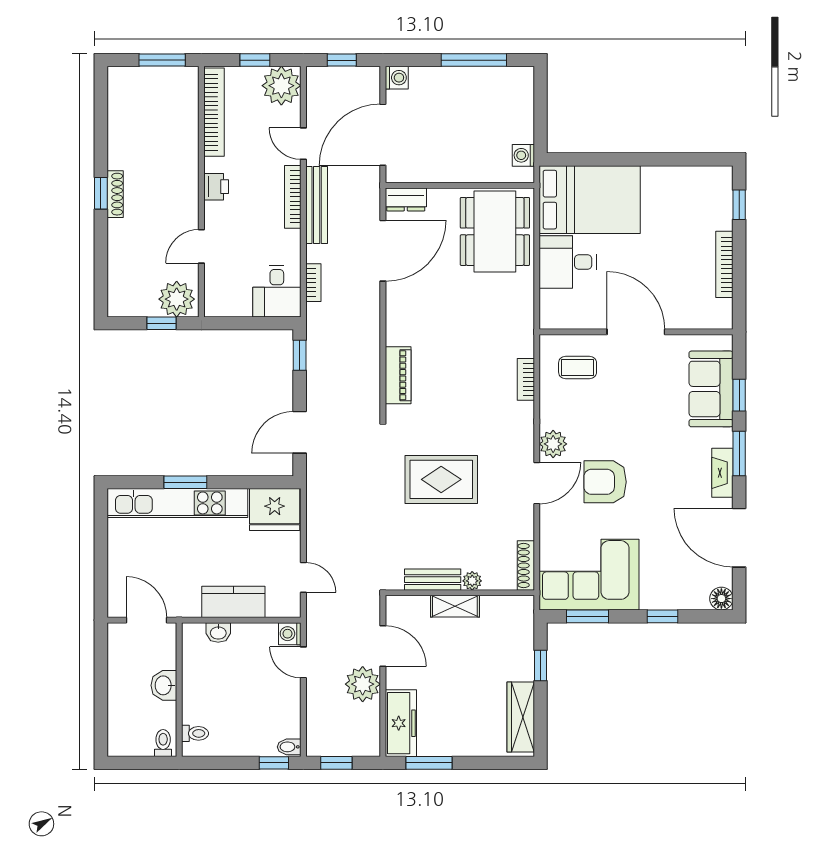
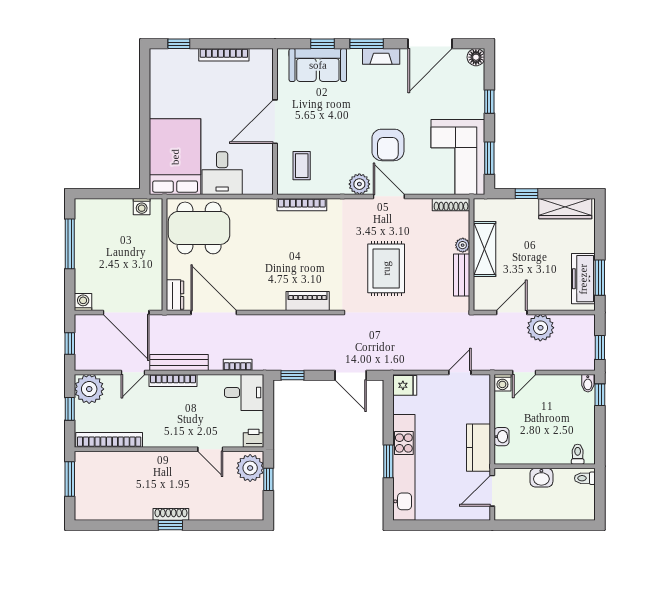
printer: (216, 187) -> (254, 438), moved
bookcase: (526, 379) -> (302, 205), width x1.56
fridge: (275, 510) -> (405, 385), width x0.53, depth x0.75
kitchen counter: (233, 602) -> (478, 448), moved
shelving: (455, 606) -> (484, 249), width x1.50, depth x1.33
freezer: (401, 723) -> (583, 279), moved, turned -90

